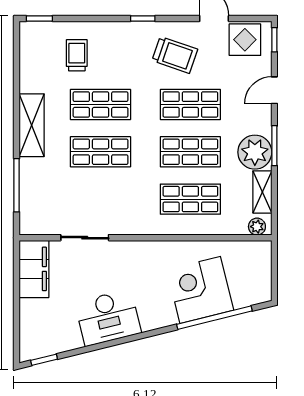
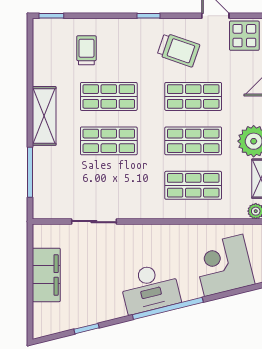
filing cabinet: (34, 269) -> (46, 275), moved
corner desk: (200, 290) -> (224, 265), moved
desk: (108, 318) -> (150, 288), moved
window: (214, 318) -> (168, 308), moved
window: (44, 360) -> (87, 329), moved

